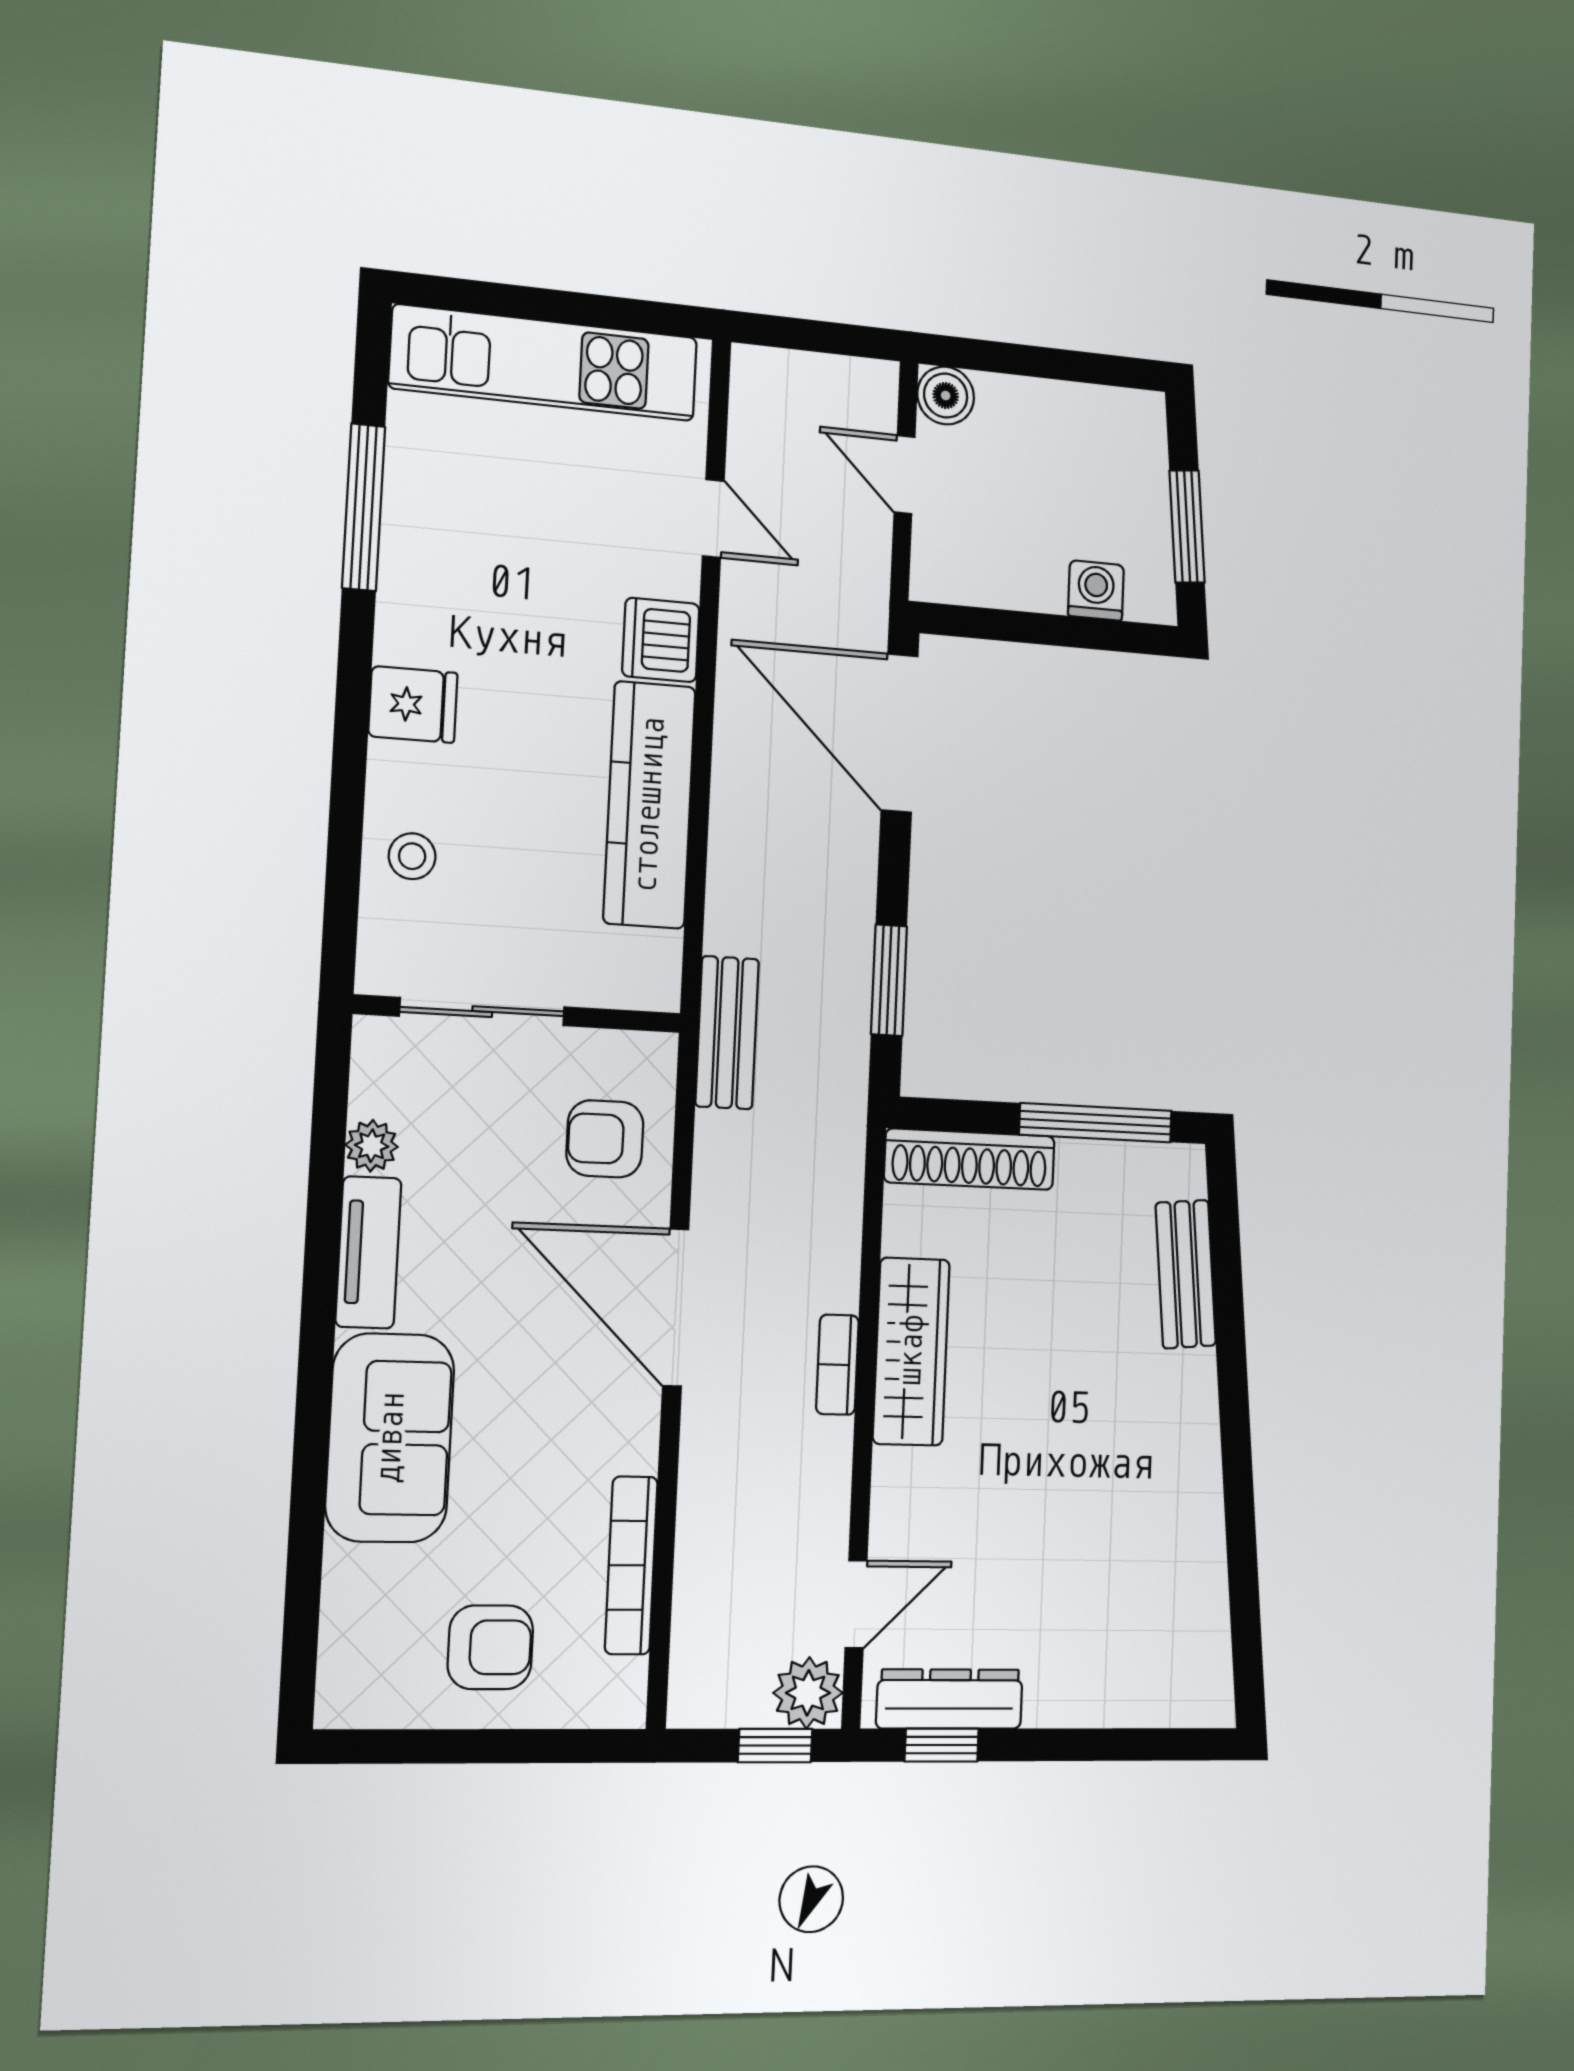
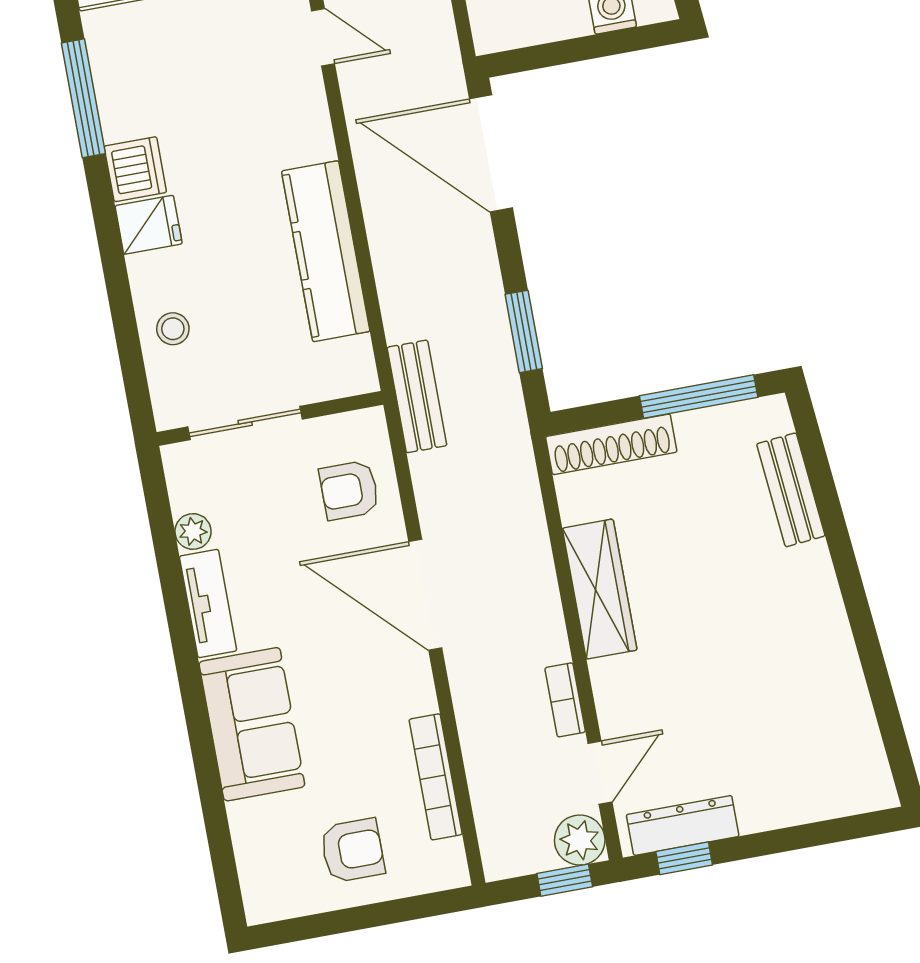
dishwasher: (661, 640) -> (135, 169), moved, turned 180
bookcase: (837, 1365) -> (565, 700), moved

